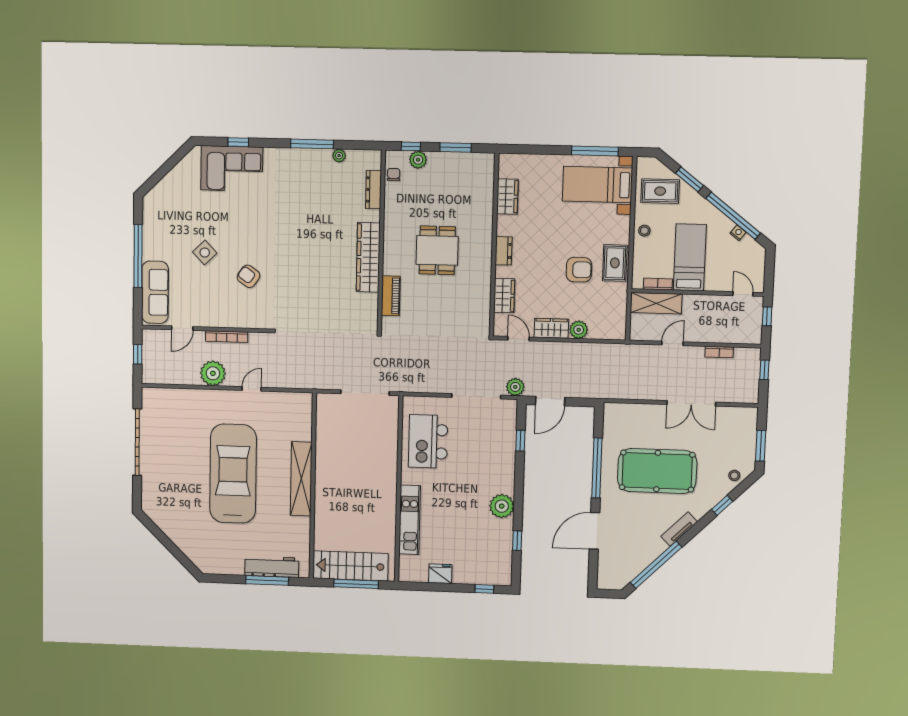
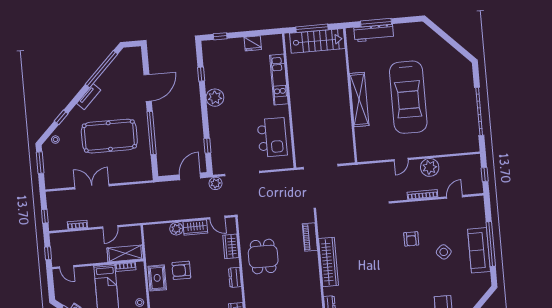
dining table: (437, 250) -> (263, 256), moved
armchair: (248, 276) -> (411, 239), turned 55
sofa: (155, 292) -> (479, 250), moved

